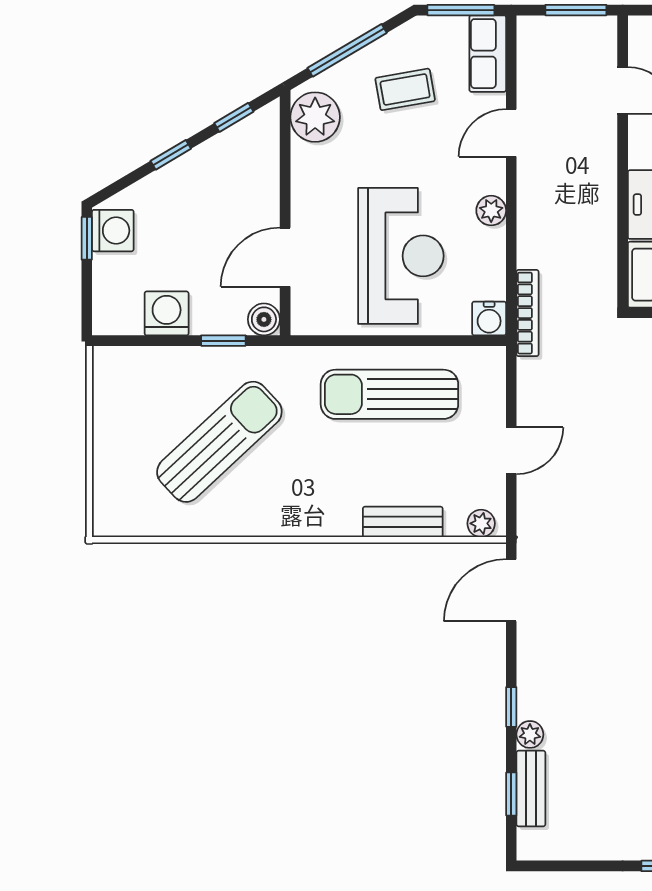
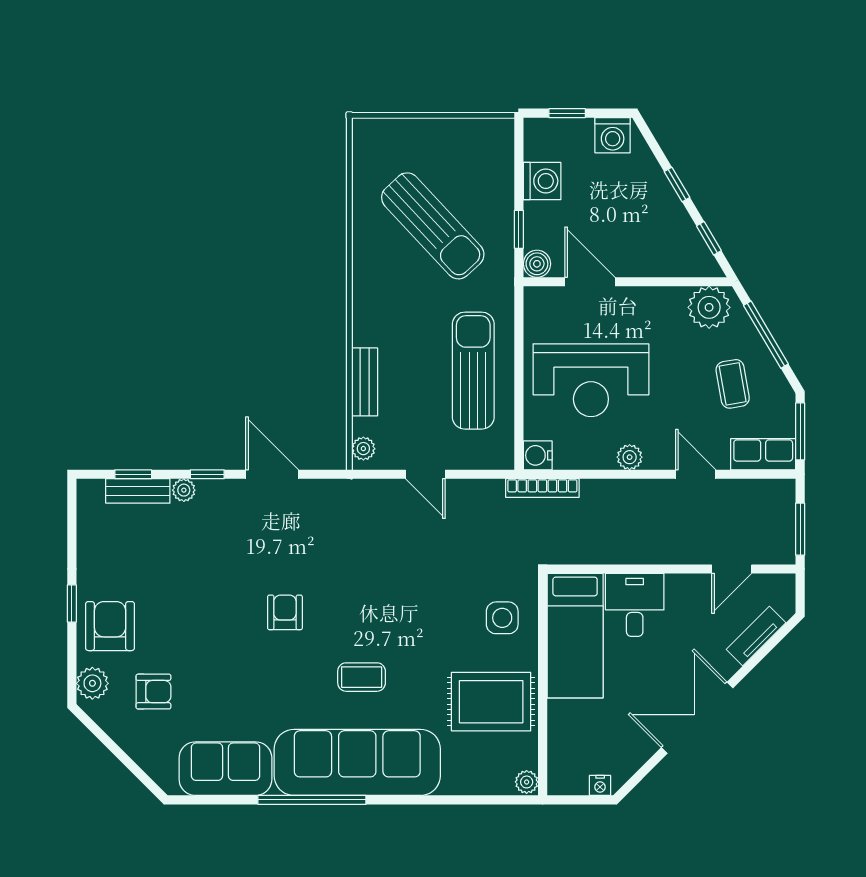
window: (87, 238) -> (567, 113), moved
door: (511, 590) -> (272, 474), moved

